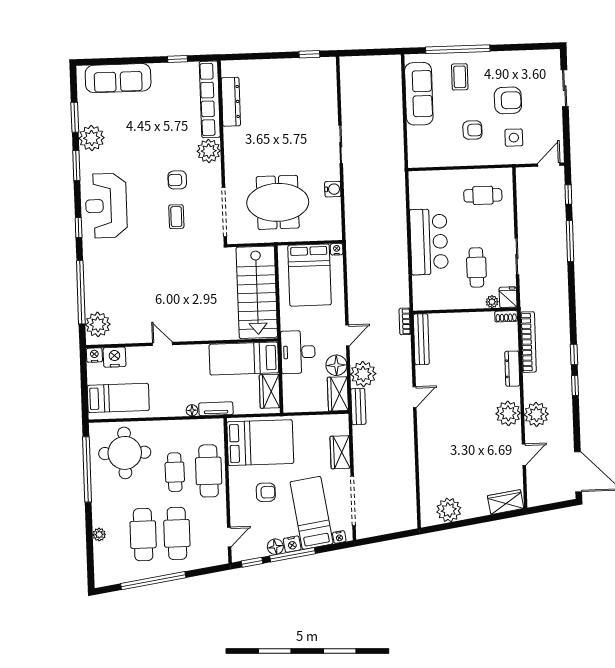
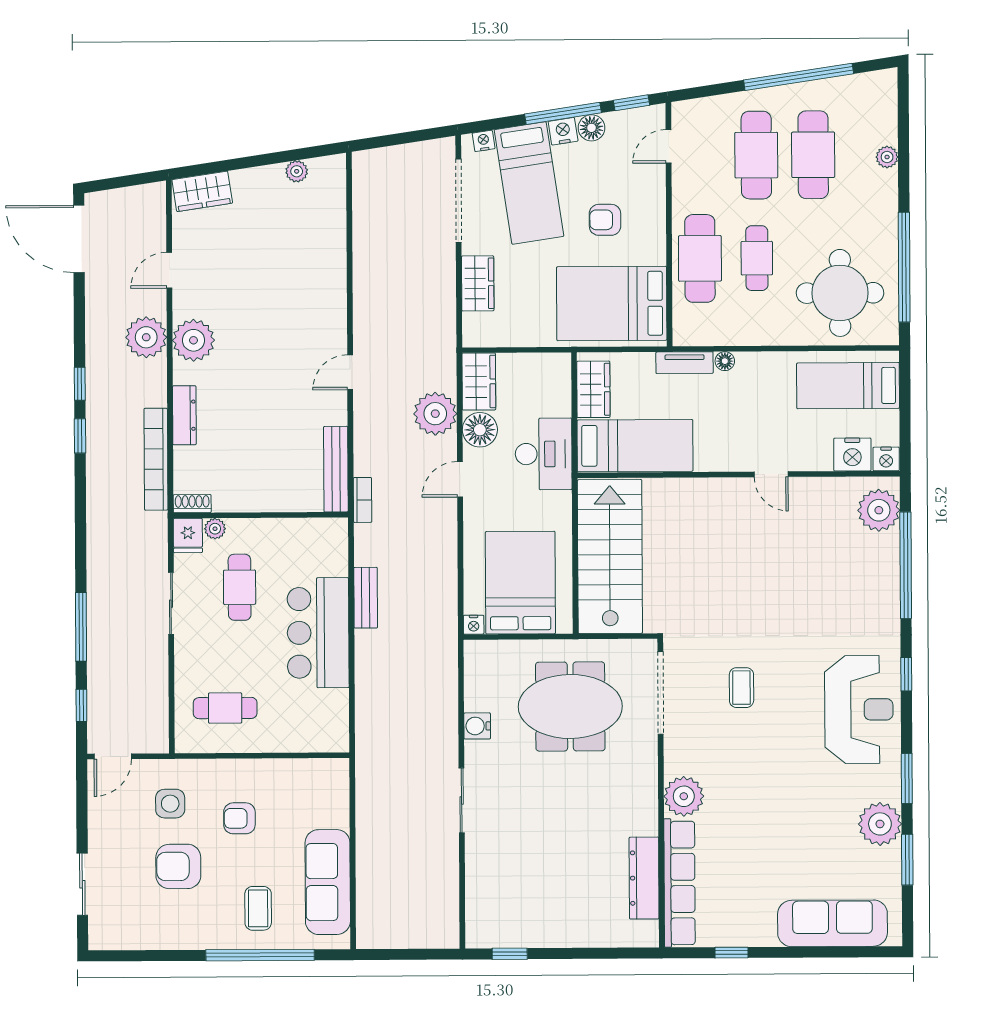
armchair: (177, 180) -> (738, 749), removed
bench: (358, 406) -> (366, 598), moved
plant: (449, 510) -> (297, 171), width x0.53, depth x0.53

